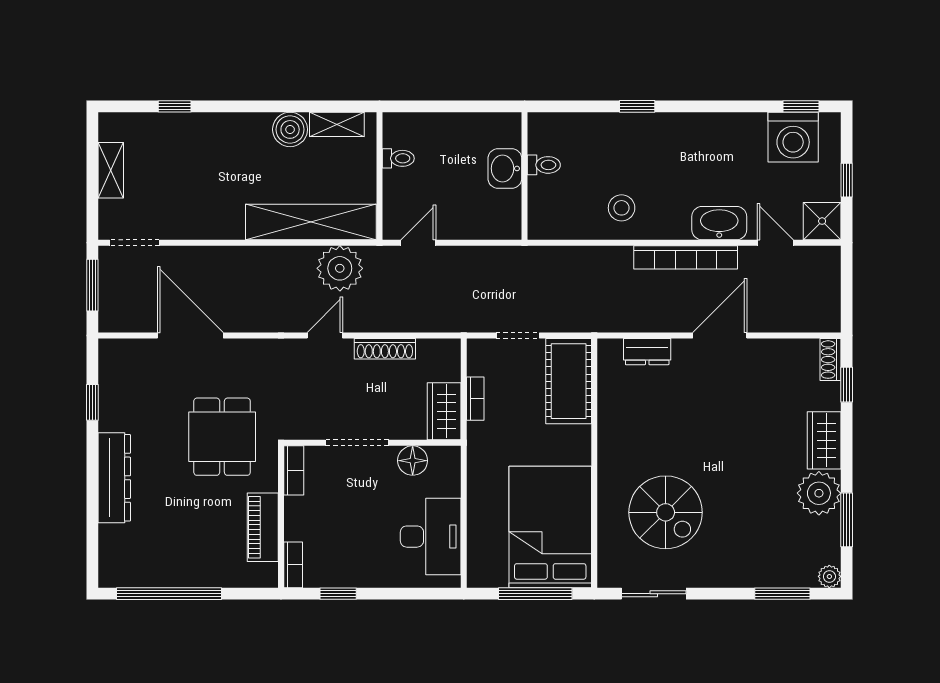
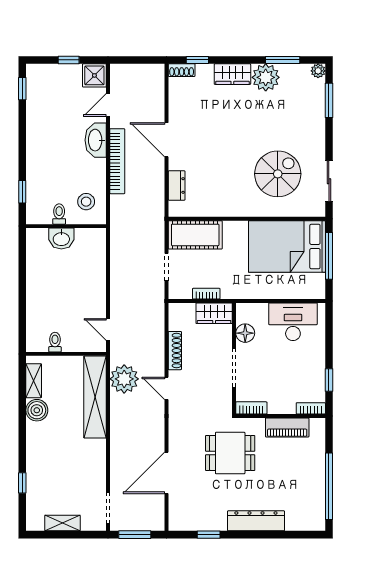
washing machine: (793, 137) -> (42, 94), removed
toilet: (544, 165) -> (59, 214), moved
washbasin: (505, 168) -> (61, 239), moved
wall: (525, 176) -> (66, 226), moved

